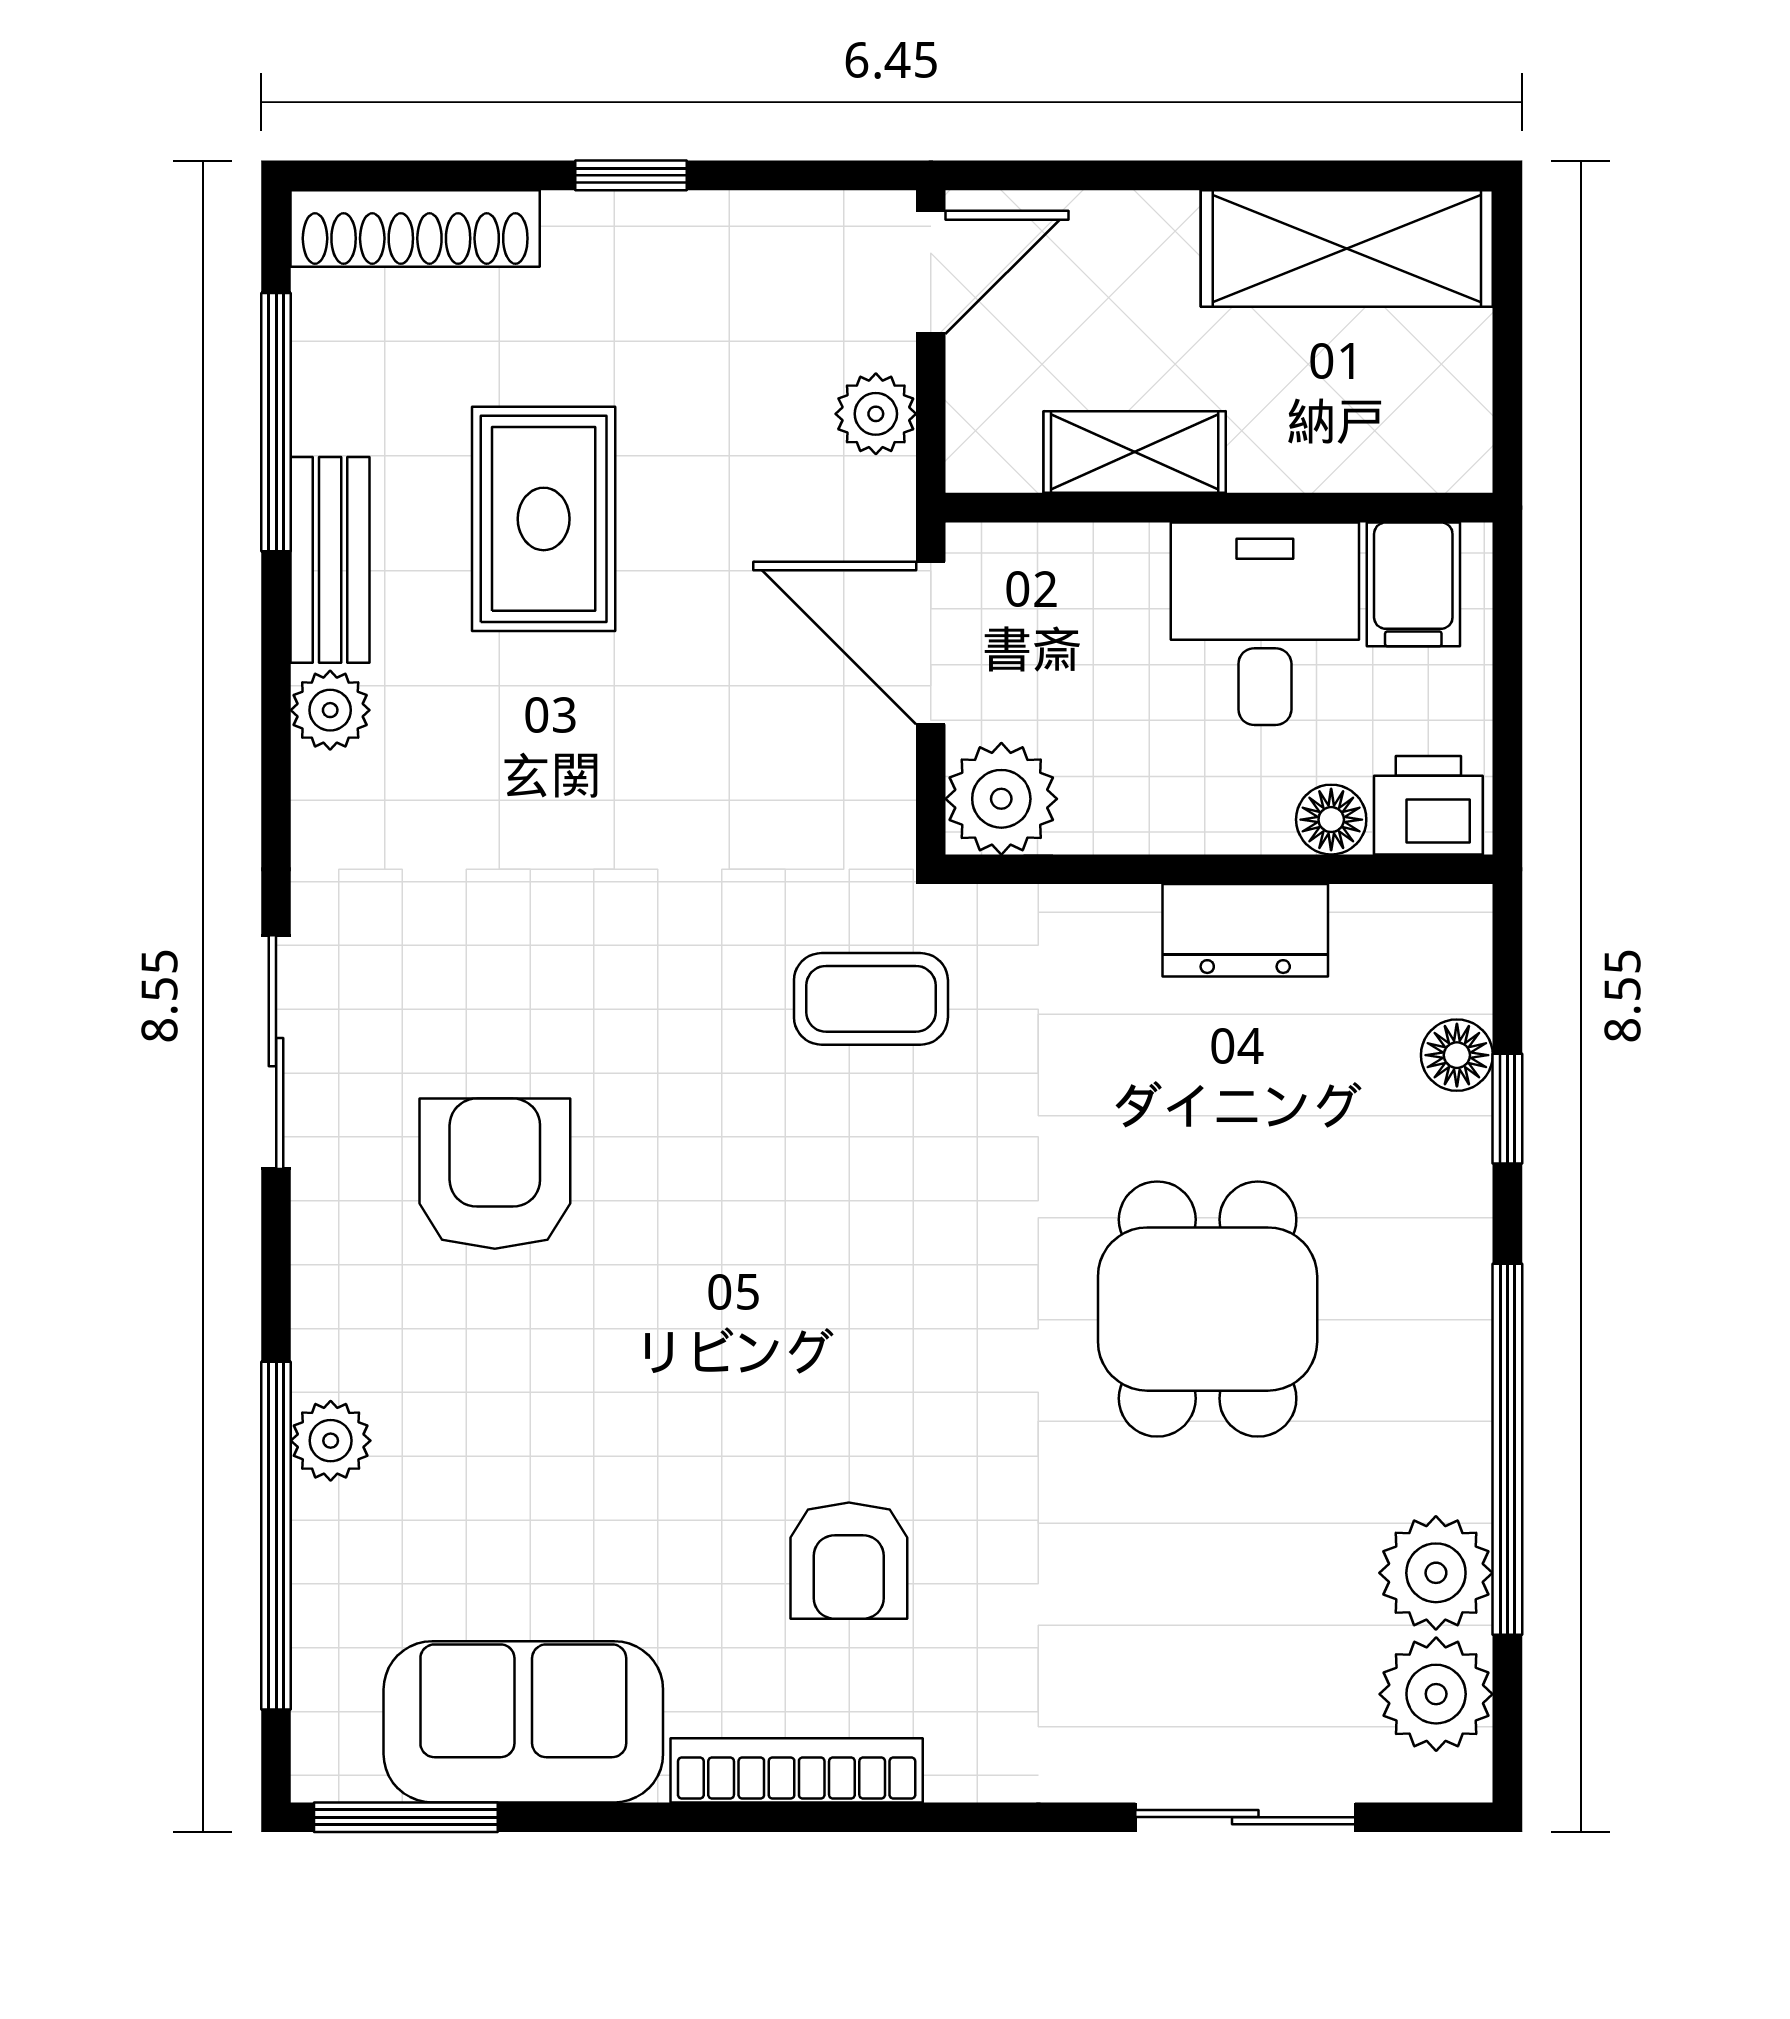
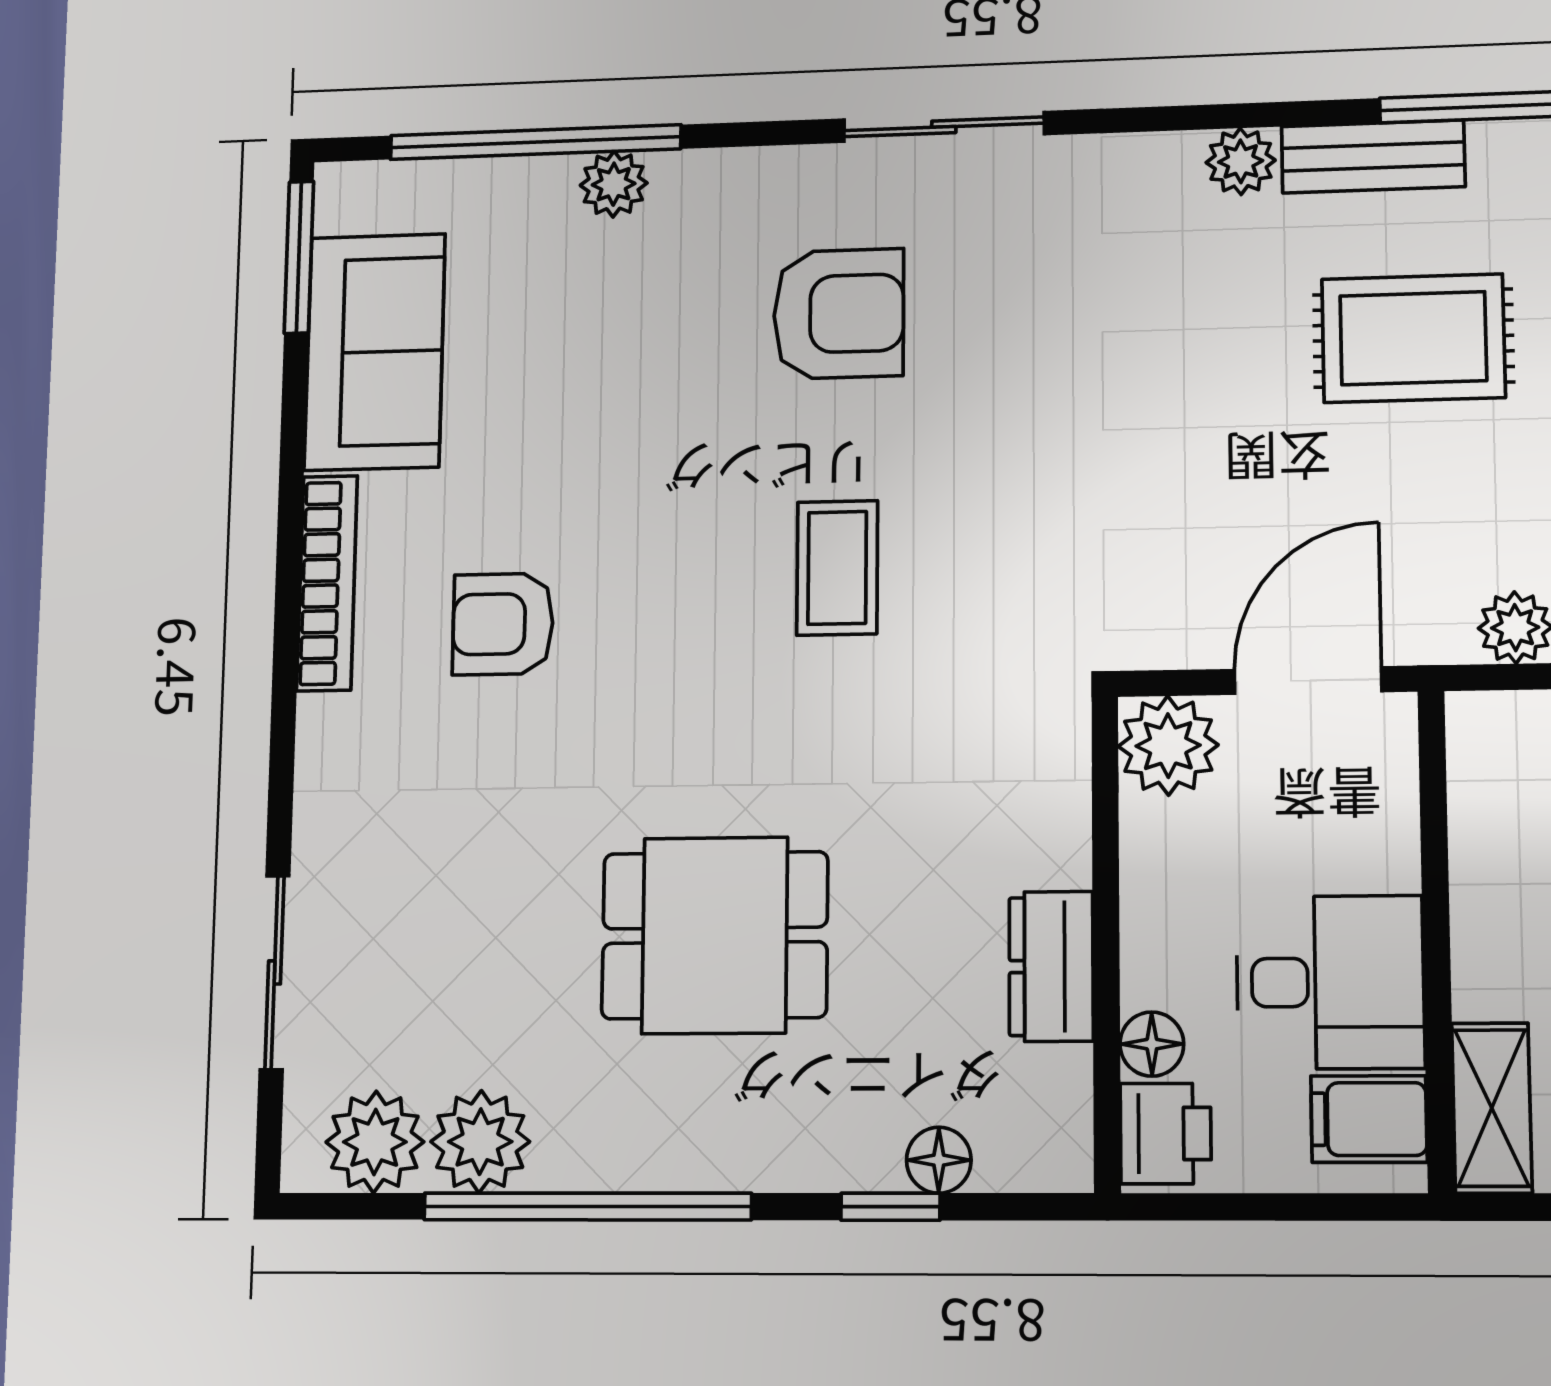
shelving: (1135, 452) -> (1492, 1108), moved
coffee table: (871, 999) -> (837, 568), moved

